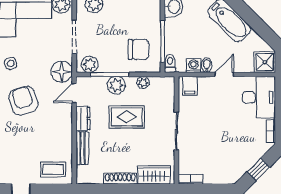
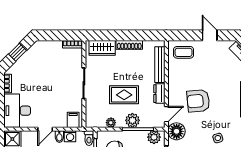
armchair: (23, 101) -> (198, 101), moved, turned 102
bench: (82, 148) -> (160, 65), width x1.36

